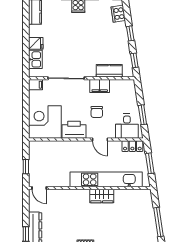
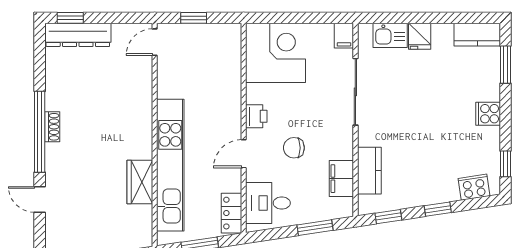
filing cabinet: (100, 86) -> (341, 179), moved
window: (142, 115) -> (315, 228), moved
printer: (74, 130) -> (256, 116), width x0.53, depth x0.68
wardrobe: (102, 196) -> (140, 182), moved

